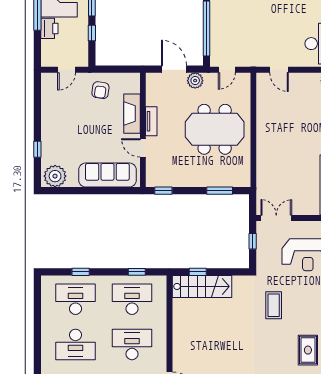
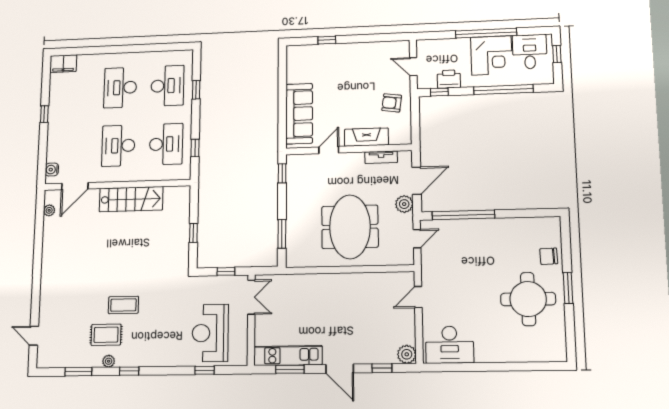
printer: (49, 28) -> (449, 79), moved, turned 180
window: (92, 33) -> (439, 92), moved
door: (227, 70) -> (417, 239), swing flipped
tv unit: (151, 121) -> (381, 157), moved
plant: (55, 176) -> (298, 59), removed
window: (198, 272) -> (193, 233), moved
stairs: (202, 286) -> (131, 199), moved, turned -90
coffee table: (274, 305) -> (123, 305), moved
desk: (132, 344) -> (118, 146), turned 180

